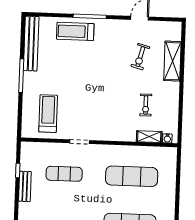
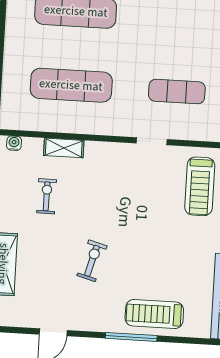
treadmill: (75, 31) -> (154, 314), turned 180
exercise bike: (140, 57) -> (92, 261), moved
shelving: (149, 137) -> (64, 148), moved

